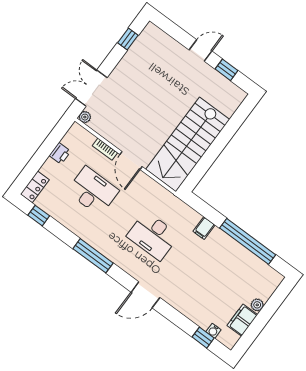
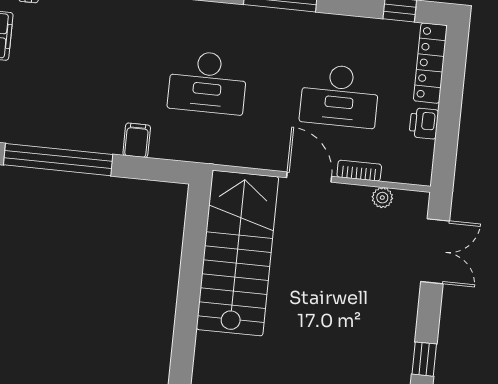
plant: (85, 117) -> (382, 198), moved
locker: (35, 187) -> (430, 63), width x1.53
desk: (153, 236) -> (208, 82), turned 180

